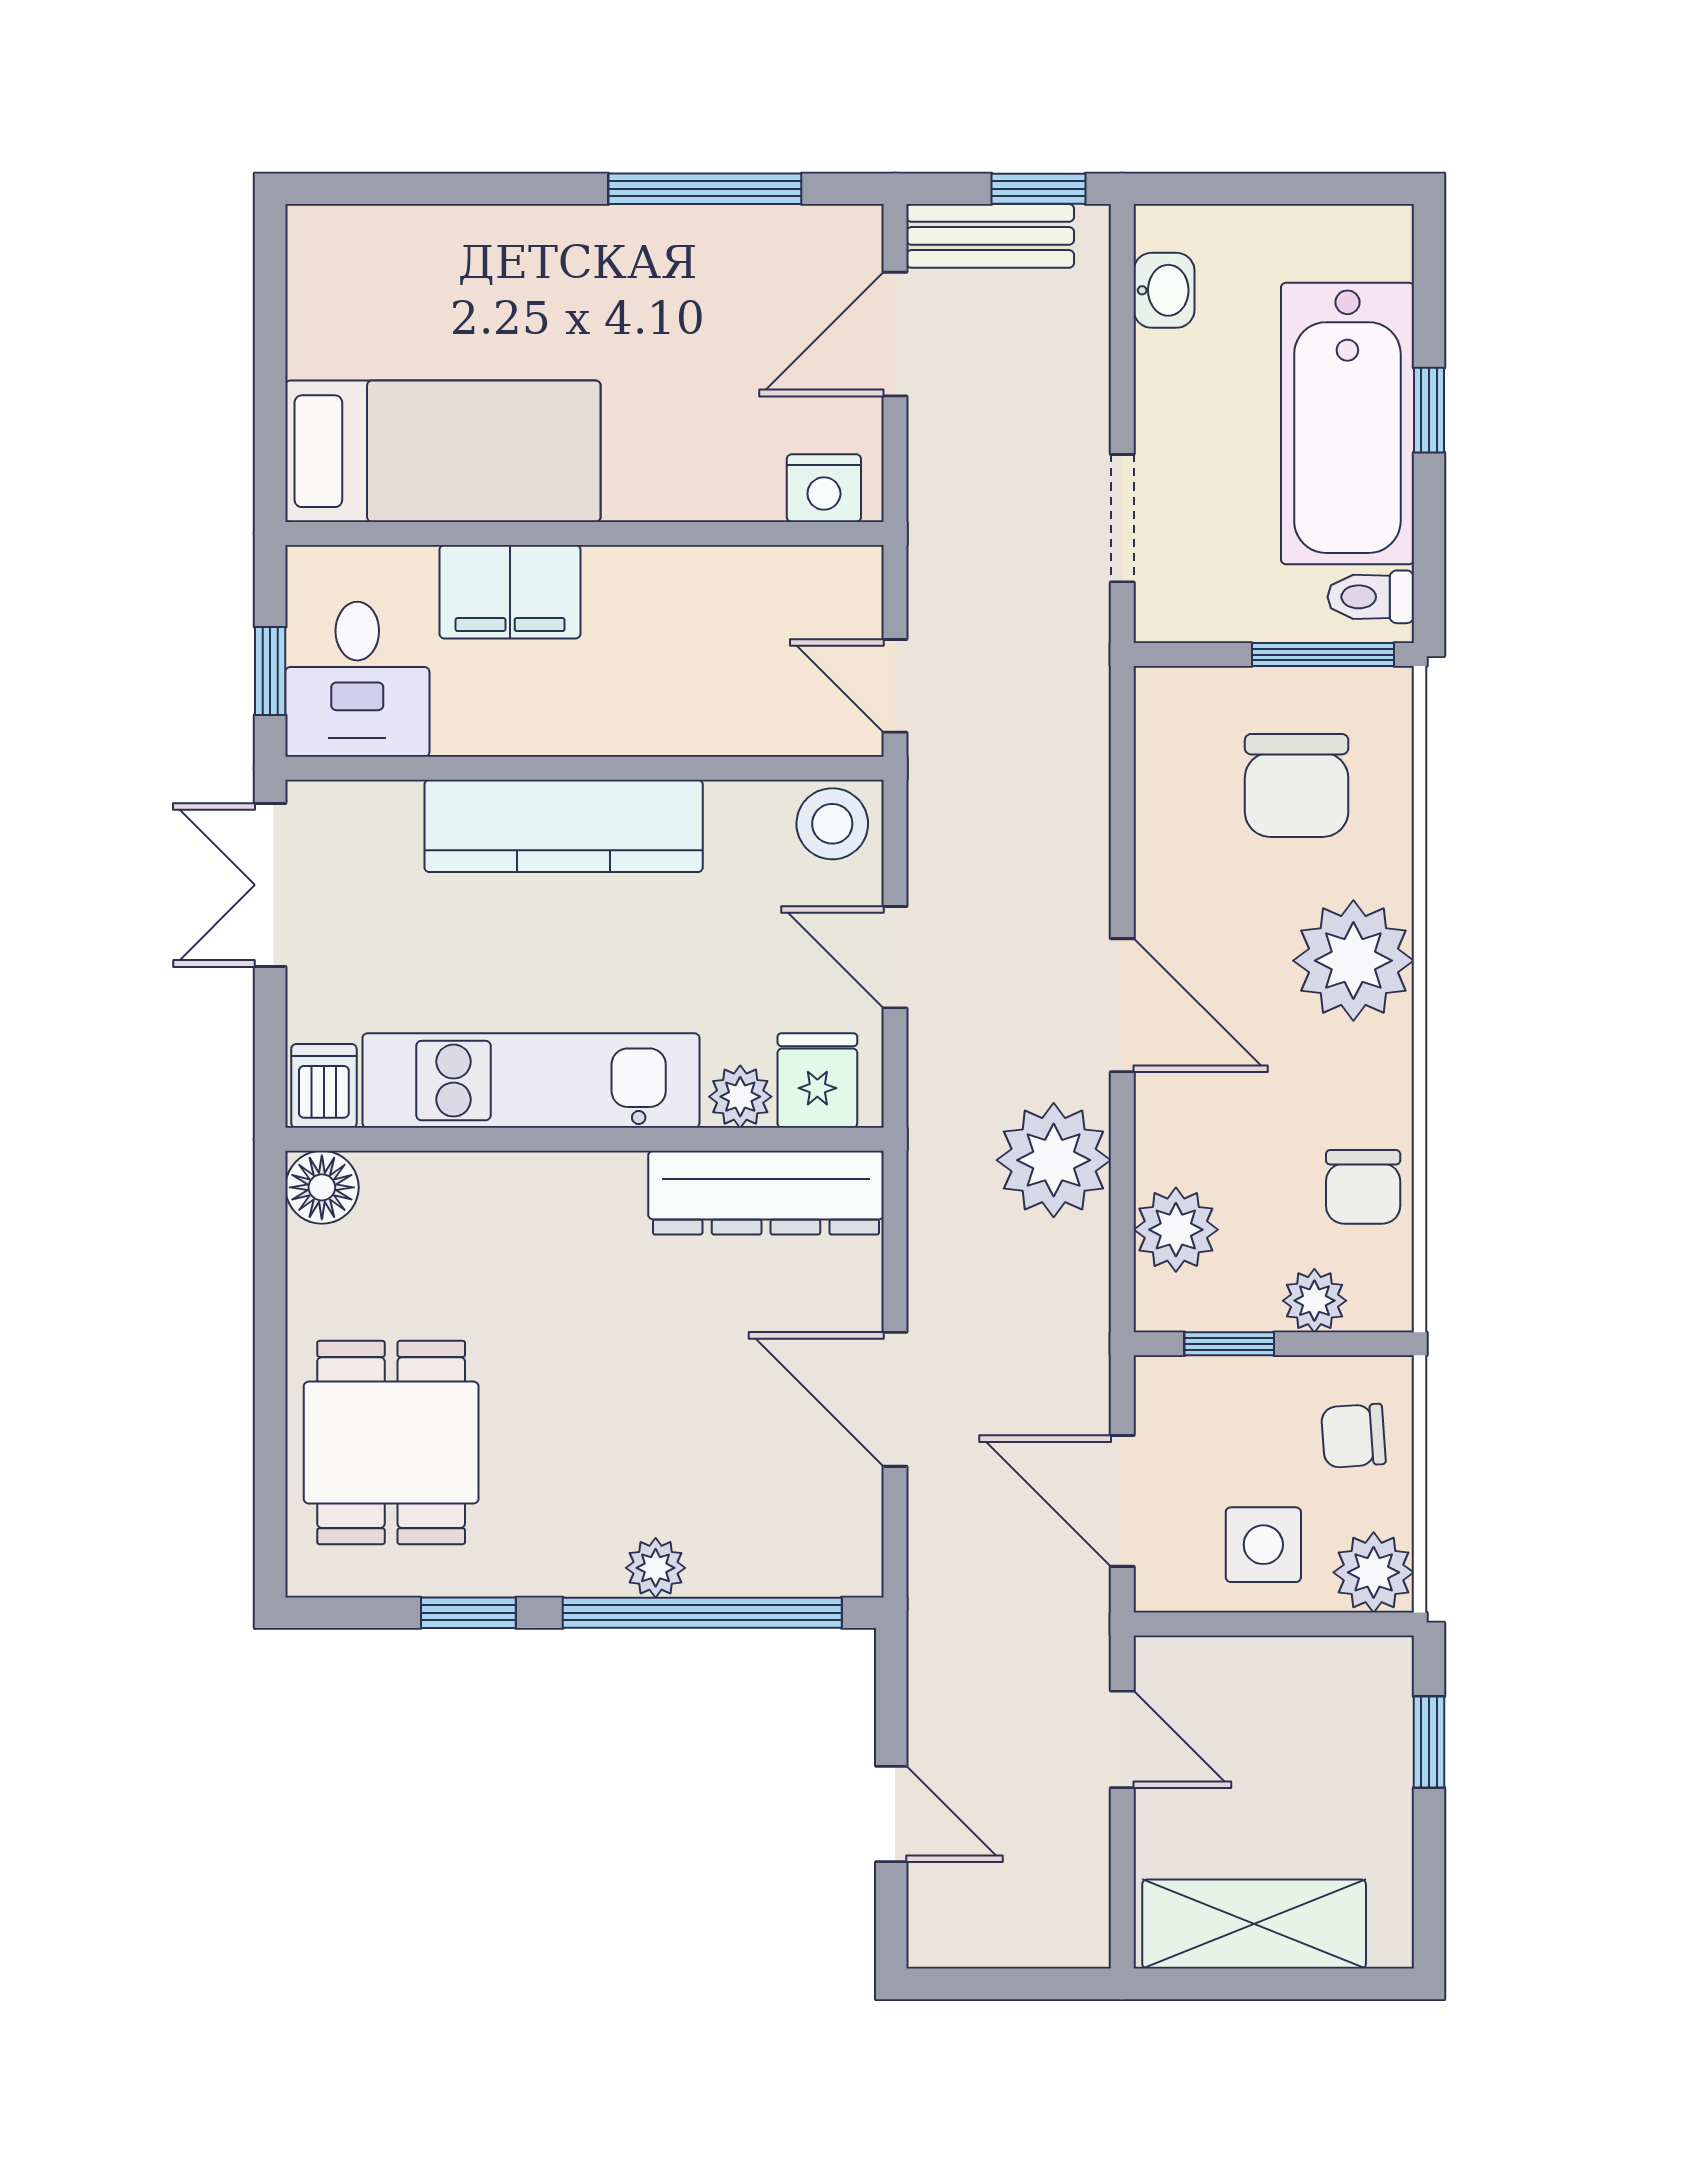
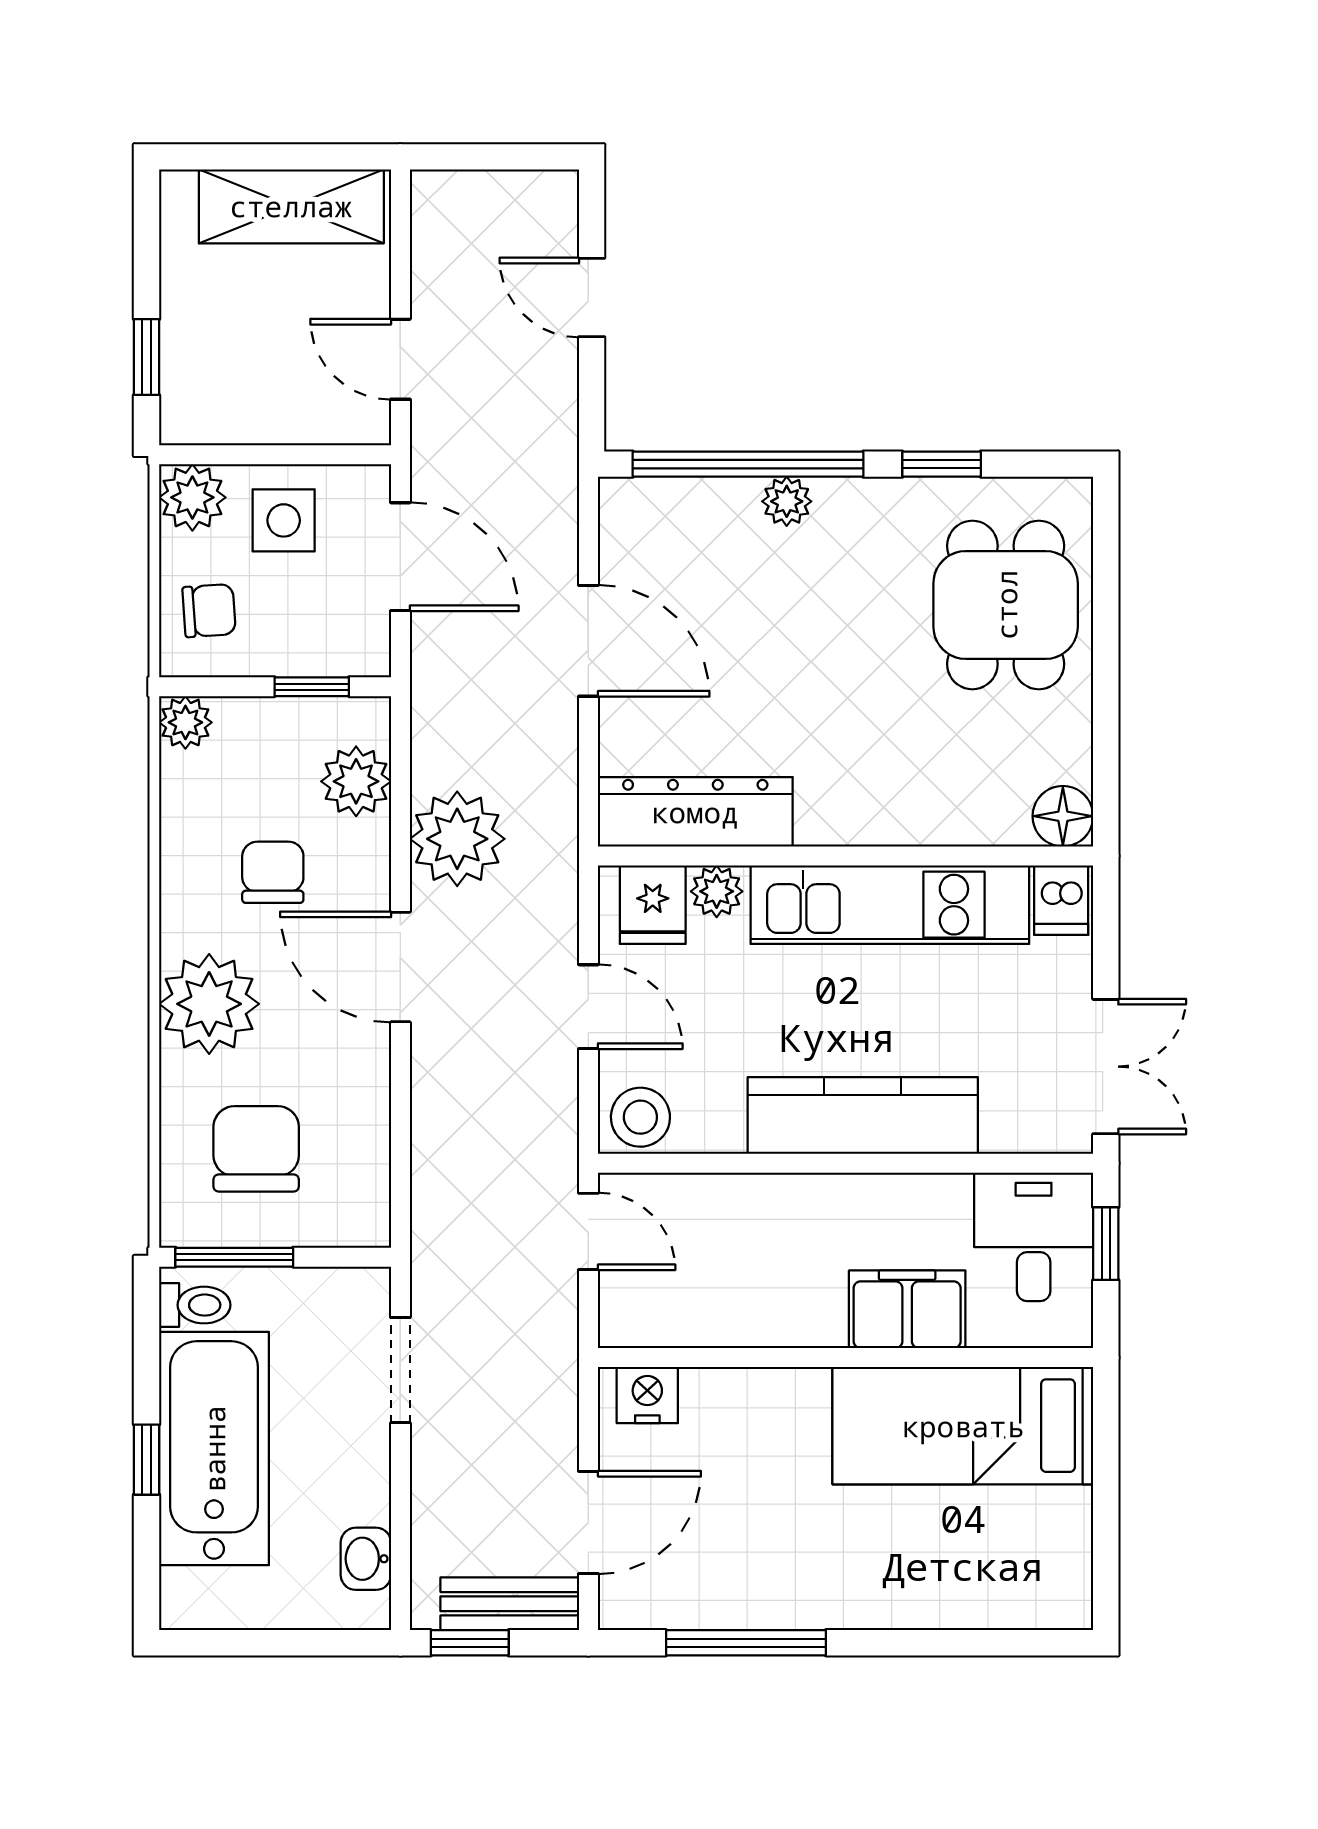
chair: (1363, 1187) -> (273, 872), moved
plant: (1314, 1301) -> (185, 722), moved

